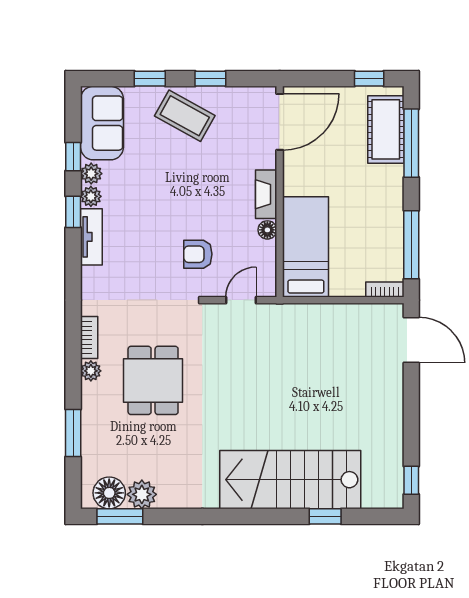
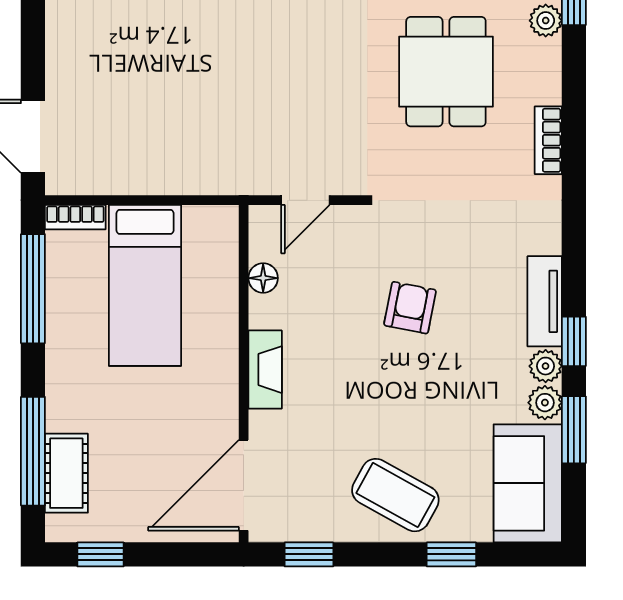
window: (210, 79) -> (309, 554), moved
cot: (386, 129) -> (66, 473), width x0.73, depth x0.75
window: (73, 157) -> (574, 430), width x1.50
floor lamp: (267, 230) -> (263, 278), moved
bed: (306, 247) -> (145, 285), moved
armchair: (198, 254) -> (410, 308), moved, turned -79
plant: (91, 371) -> (546, 21), moved

